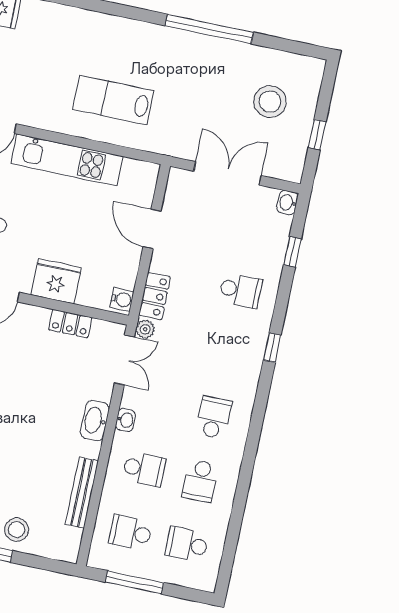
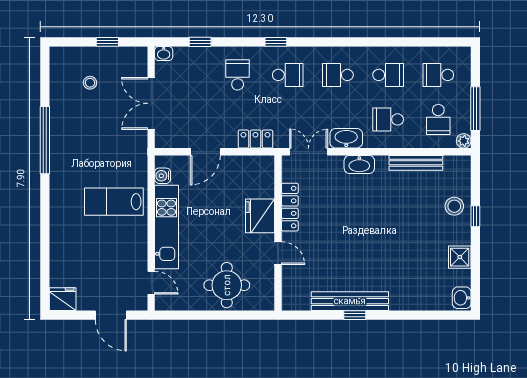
lab bench: (113, 100) -> (114, 202), turned 90
stool: (270, 102) -> (90, 83), width x0.53, depth x0.53
water cooler: (122, 299) -> (163, 176), moved, turned -90
locker: (70, 324) -> (290, 207), width x1.53
plant: (145, 329) -> (464, 141), moved
school desk: (227, 354) -> (288, 75), added
washbasin: (125, 420) -> (346, 138), width x1.91, depth x1.45
school desk: (144, 469) -> (388, 119), turned -90
school desk: (187, 544) -> (438, 75), turned 90

